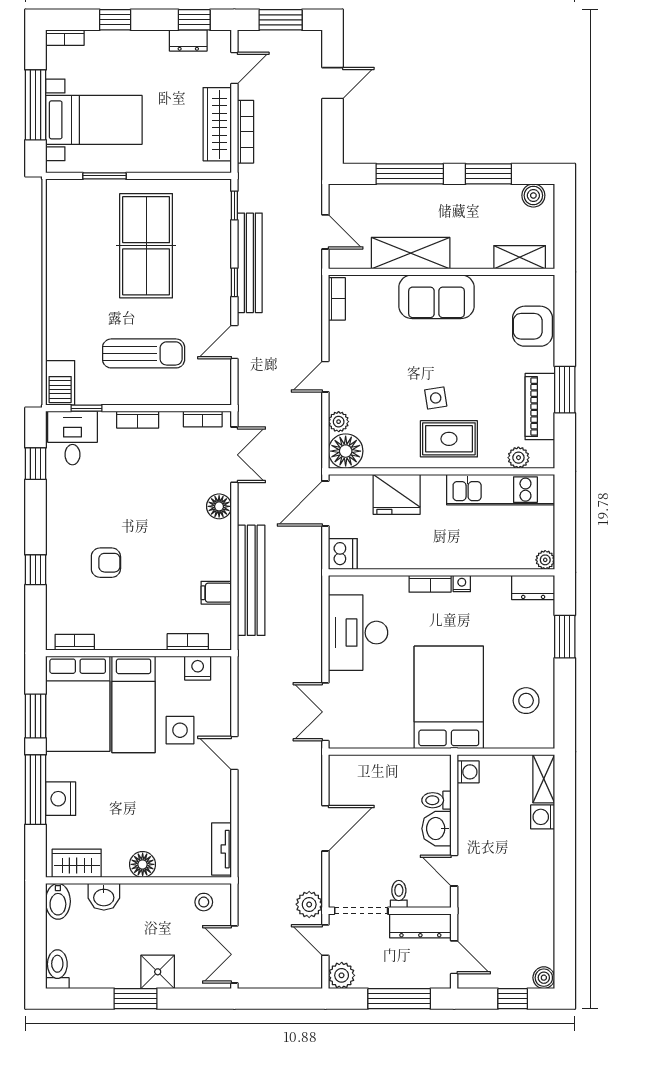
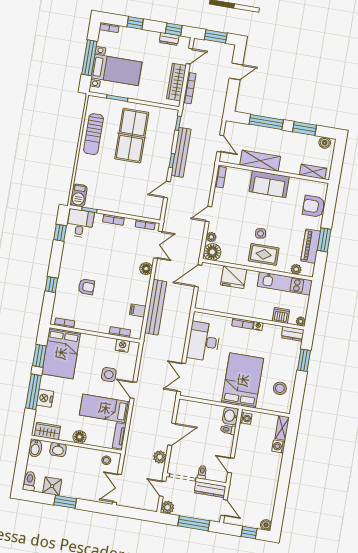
sun lounger: (144, 353) -> (93, 134), moved, turned 90
dishwasher: (343, 554) -> (281, 315), moved, turned -90
bed: (134, 704) -> (105, 408), moved, turned 90
washbasin: (437, 829) -> (230, 416), moved
plant: (309, 904) -> (160, 457), moved
shower: (158, 972) -> (52, 486), moved

